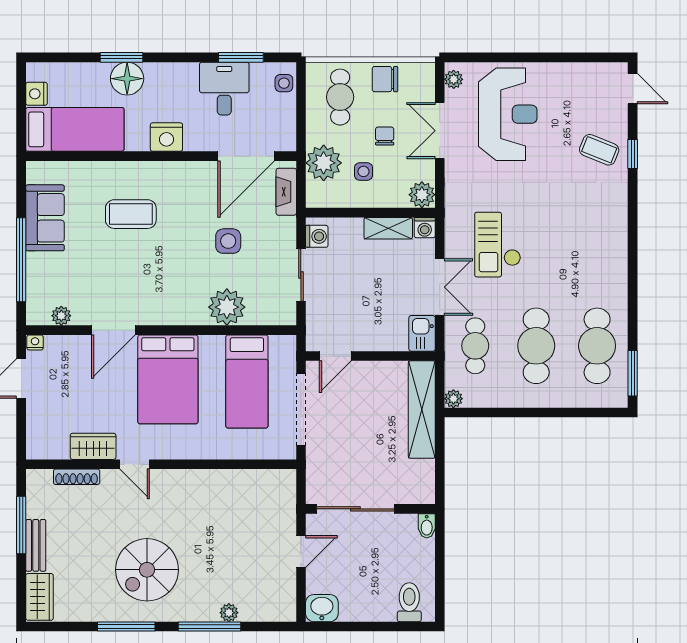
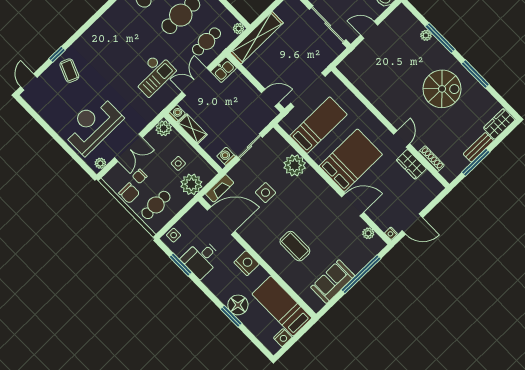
chair: (385, 136) -> (140, 176), moved

